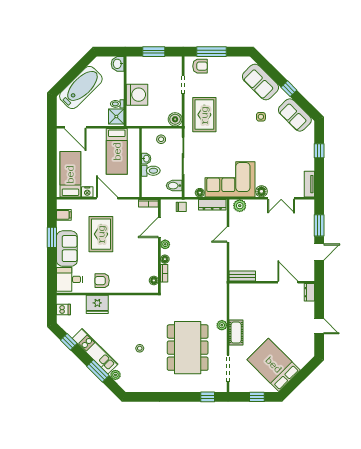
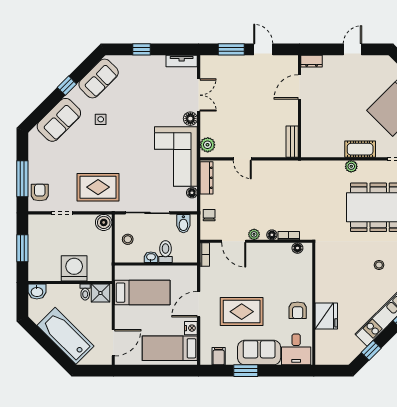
dishwasher: (64, 310) -> (332, 357), removed

